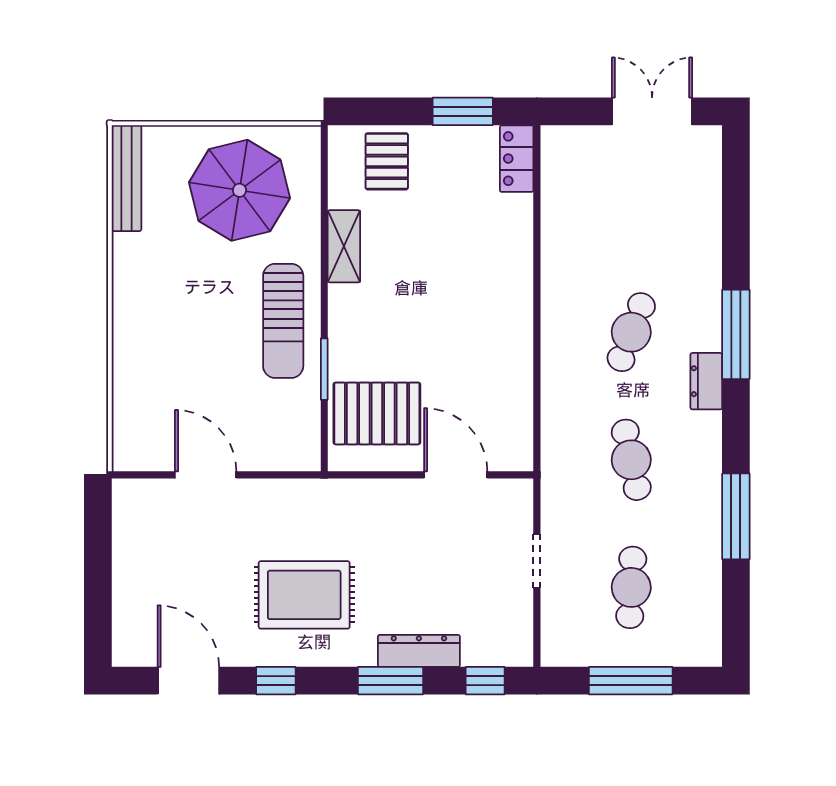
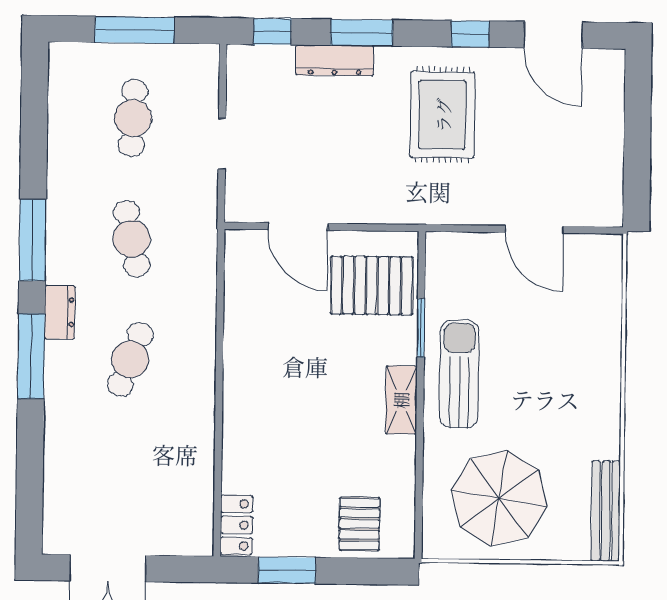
shelving: (344, 246) -> (401, 400), moved
window: (736, 516) -> (33, 240), moved
rug: (304, 595) -> (443, 115), turned 90

